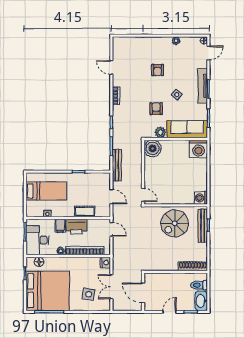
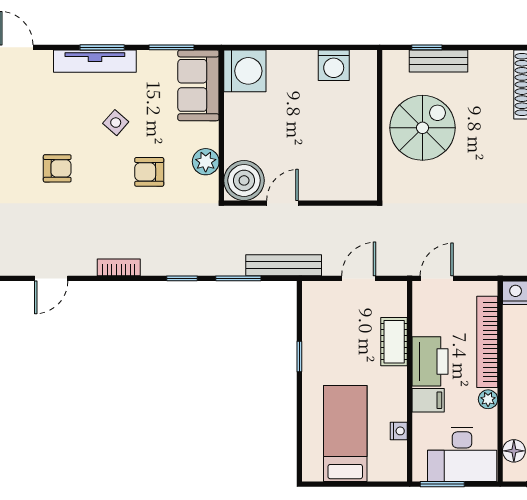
sofa: (187, 129) -> (198, 85), width x0.73
door: (143, 195) -> (283, 203), moved
washing machine: (201, 198) -> (334, 65), moved
spiral stairs: (175, 223) -> (423, 128), turned -90
bench: (203, 226) -> (438, 61), width x0.73

